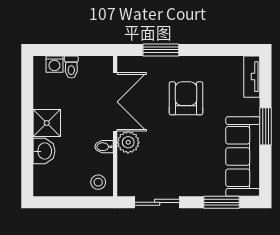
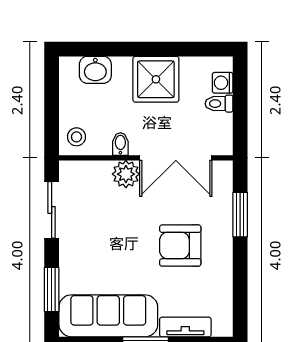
tv unit: (252, 77) -> (185, 327), moved
armchair: (186, 98) -> (180, 246), turned 180
shower: (47, 123) -> (156, 79), width x1.36, depth x1.36
washbasin: (44, 151) -> (95, 70), moved

